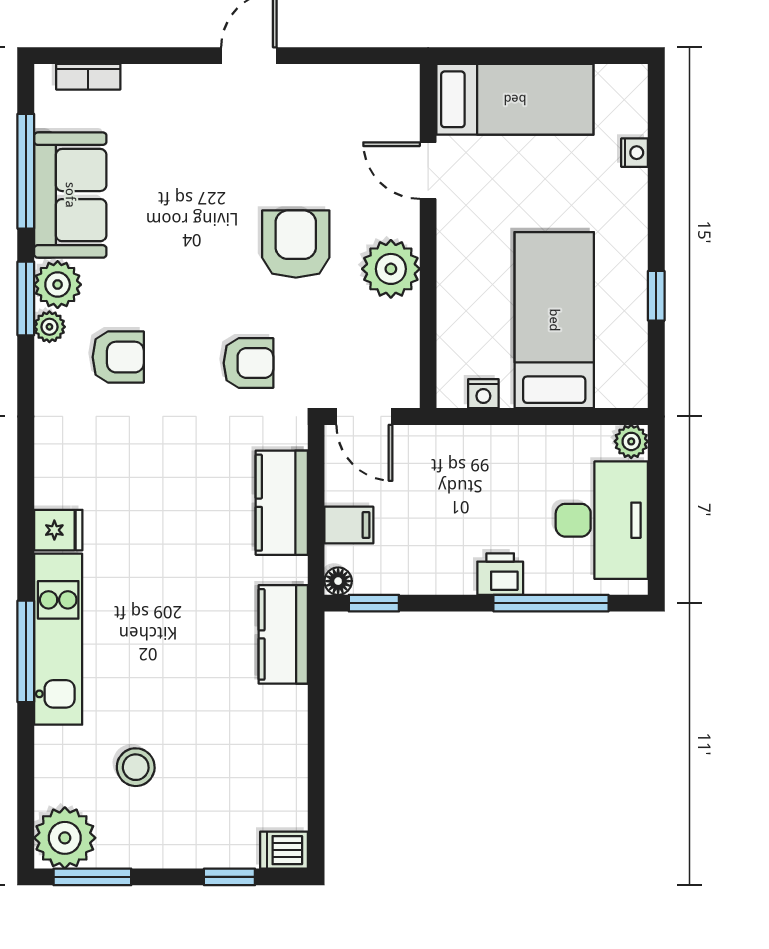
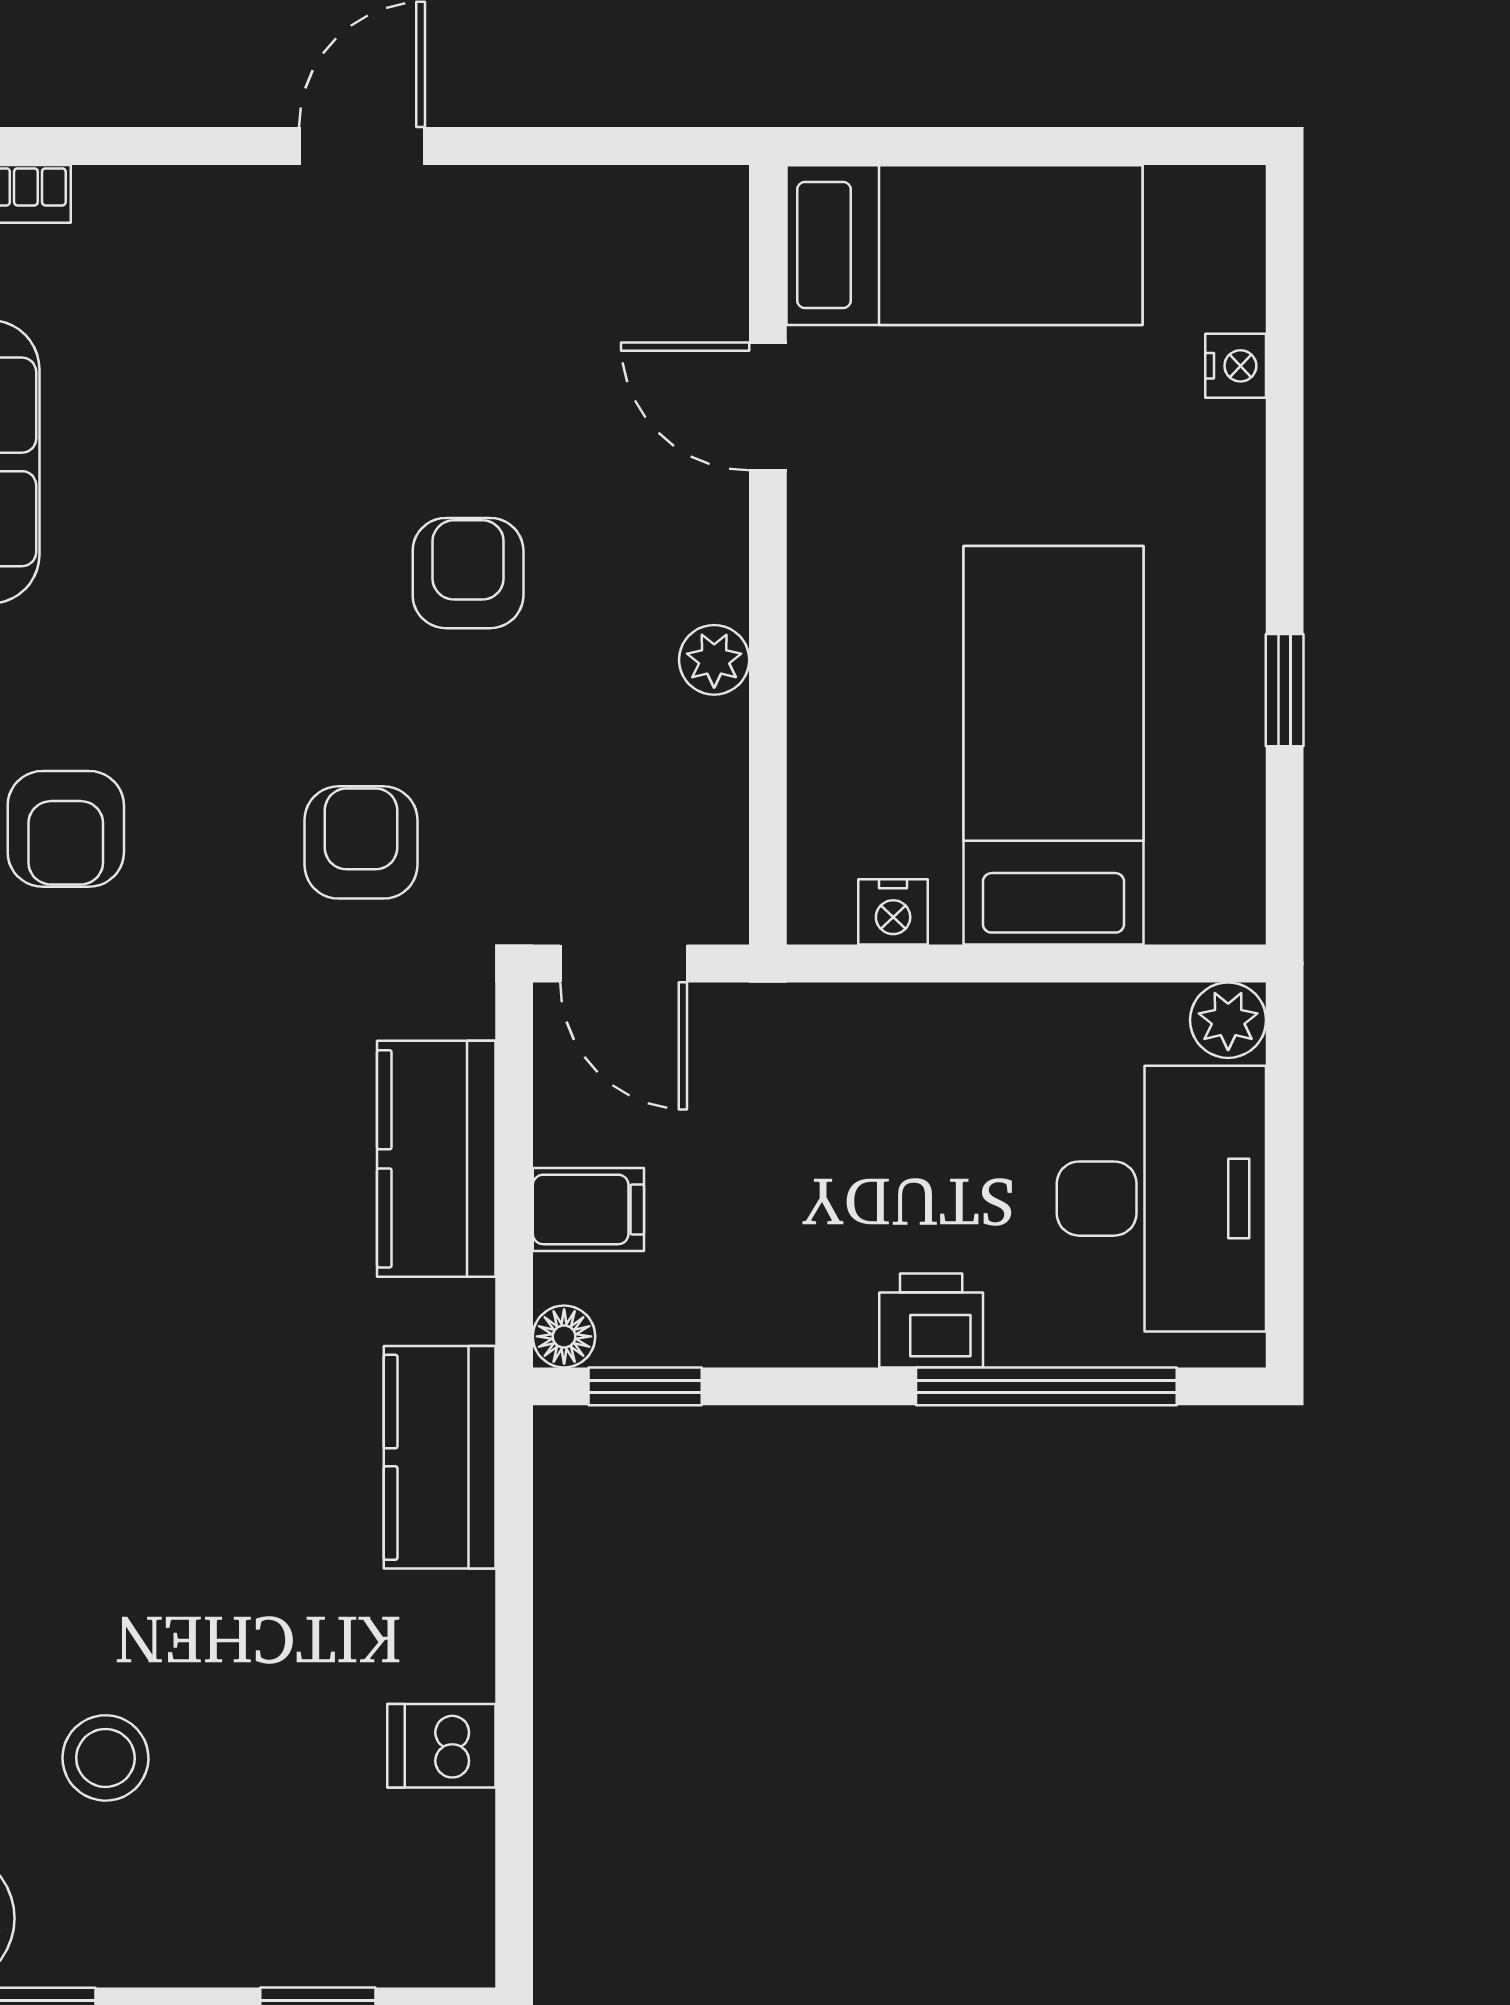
armchair: (296, 244) -> (468, 573), width x0.72, depth x0.72
plant: (391, 269) -> (714, 660), width x0.53, depth x0.53
armchair: (118, 357) -> (66, 829), turned 90
armchair: (248, 363) -> (361, 842), turned -90
dishwasher: (284, 850) -> (441, 1746), moved

